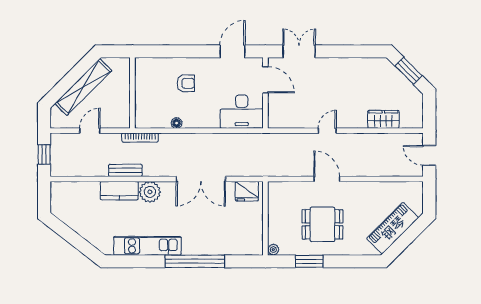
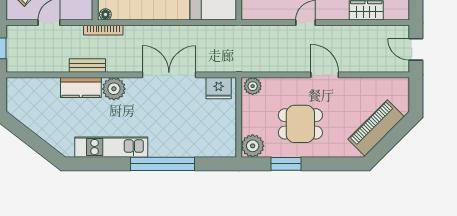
floor lamp: (177, 123) -> (105, 14), moved
double door: (201, 179) -> (169, 75), swing flipped
door: (327, 179) -> (325, 75), moved
plant: (278, 189) -> (253, 86), added
plant: (273, 250) -> (253, 146), width x1.88, depth x1.88

